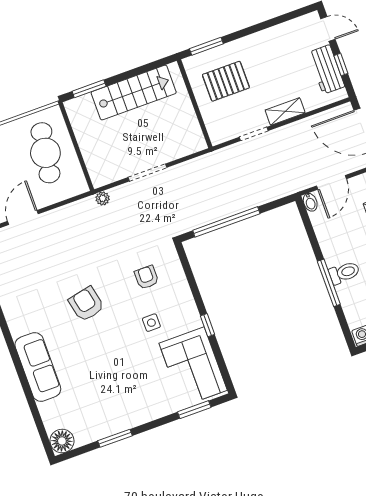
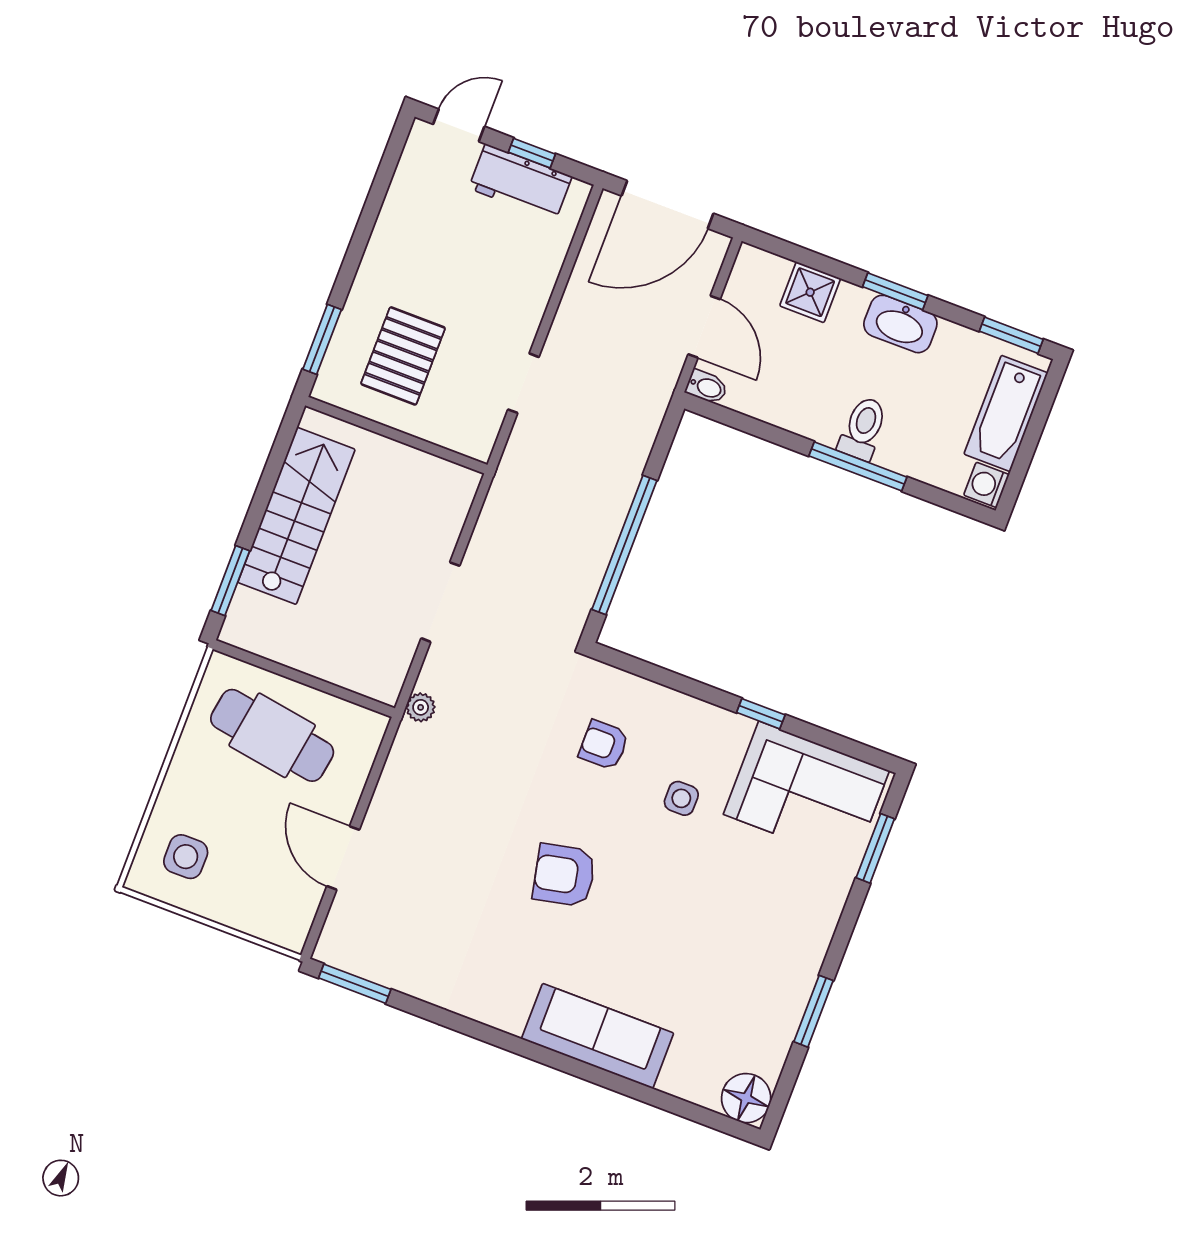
shelving: (285, 111) -> (530, 304), removed

